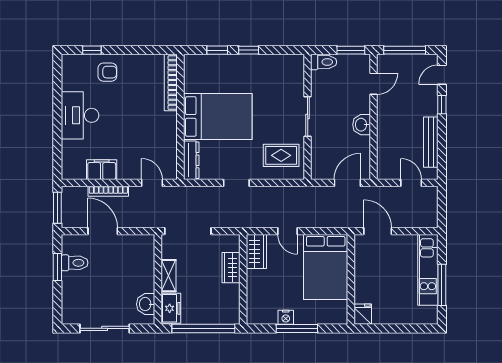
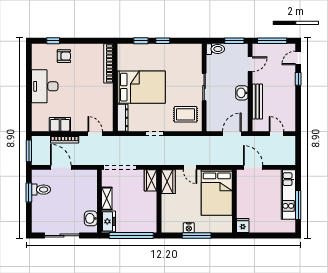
bench: (431, 142) -> (257, 102), moved
wardrobe: (231, 268) -> (151, 180), moved

